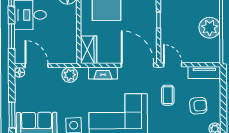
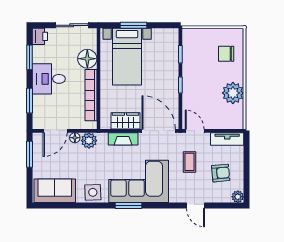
bookcase: (71, 31) -> (91, 95), added
wardrobe: (89, 50) -> (126, 121), moved, turned -90
door: (37, 66) -> (55, 131), swing flipped
floor lamp: (20, 72) -> (75, 138), moved
window: (12, 115) -> (30, 154), moved

